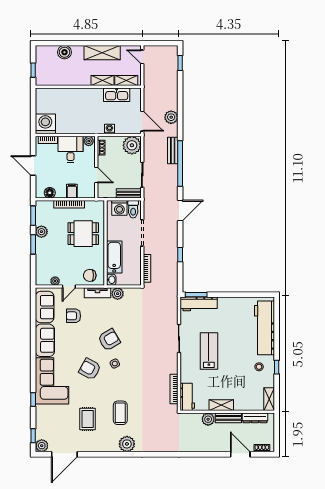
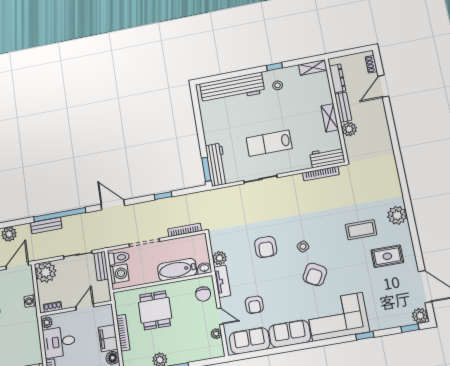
filing cabinet: (72, 191) -> (108, 338), width x2.00
armchair: (109, 340) -> (266, 247), moved, turned -149
rug: (88, 419) -> (387, 256), moved

